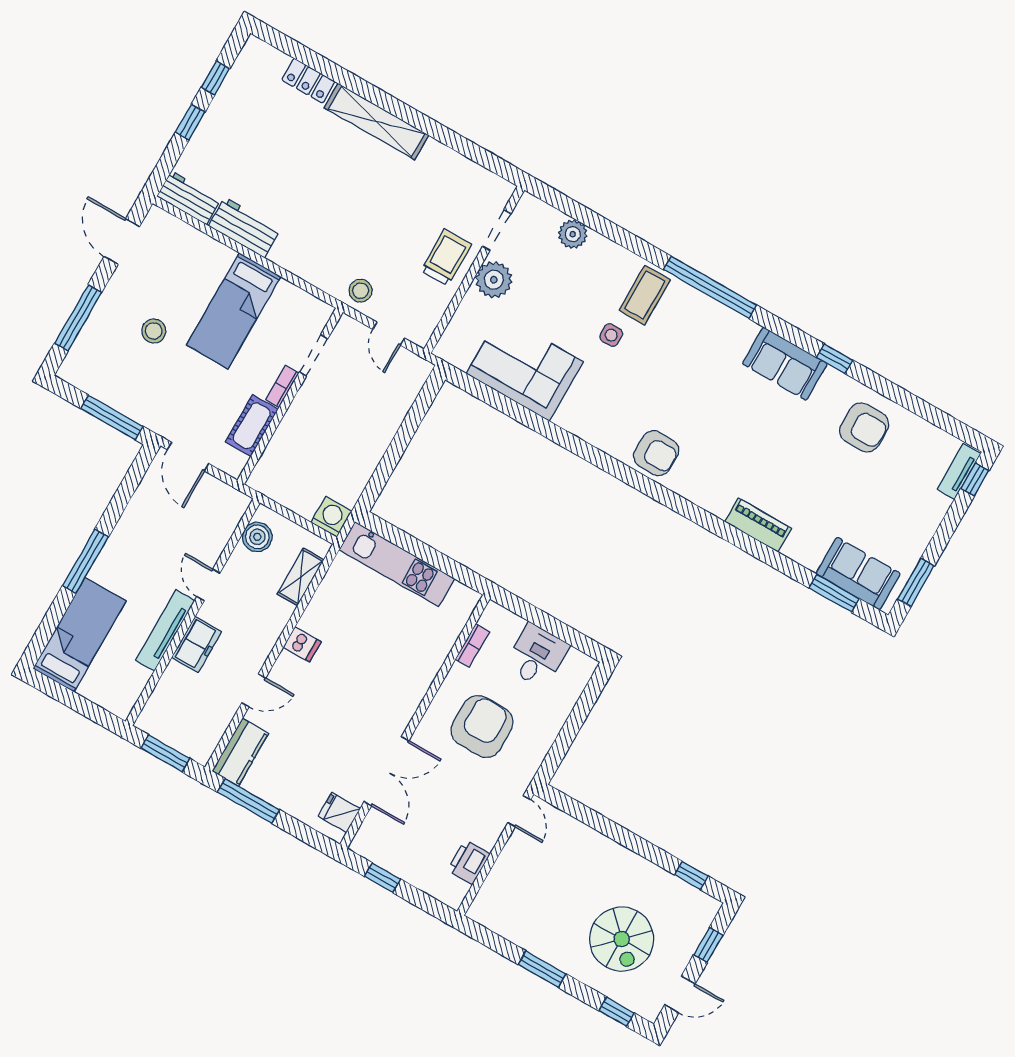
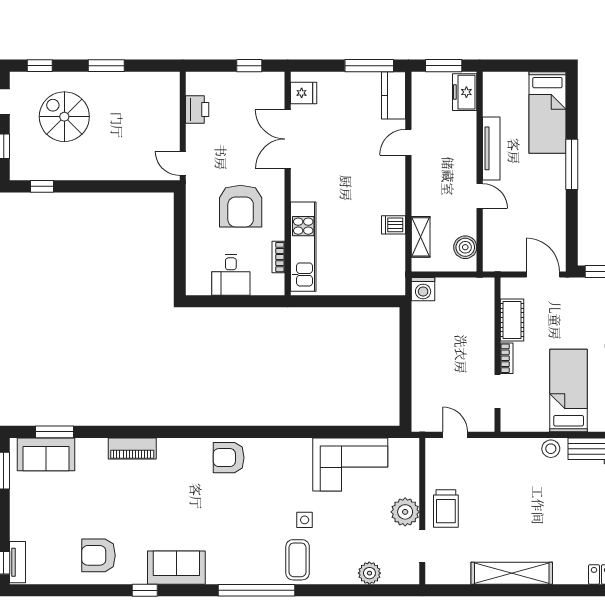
shelving: (376, 122) -> (512, 573), moved
stool: (361, 291) -> (551, 449), moved
kitchen unit: (397, 564) -> (303, 247), moved, turned 90
freezer: (197, 644) -> (465, 92), moved
dishwasher: (302, 644) -> (394, 225), moved

